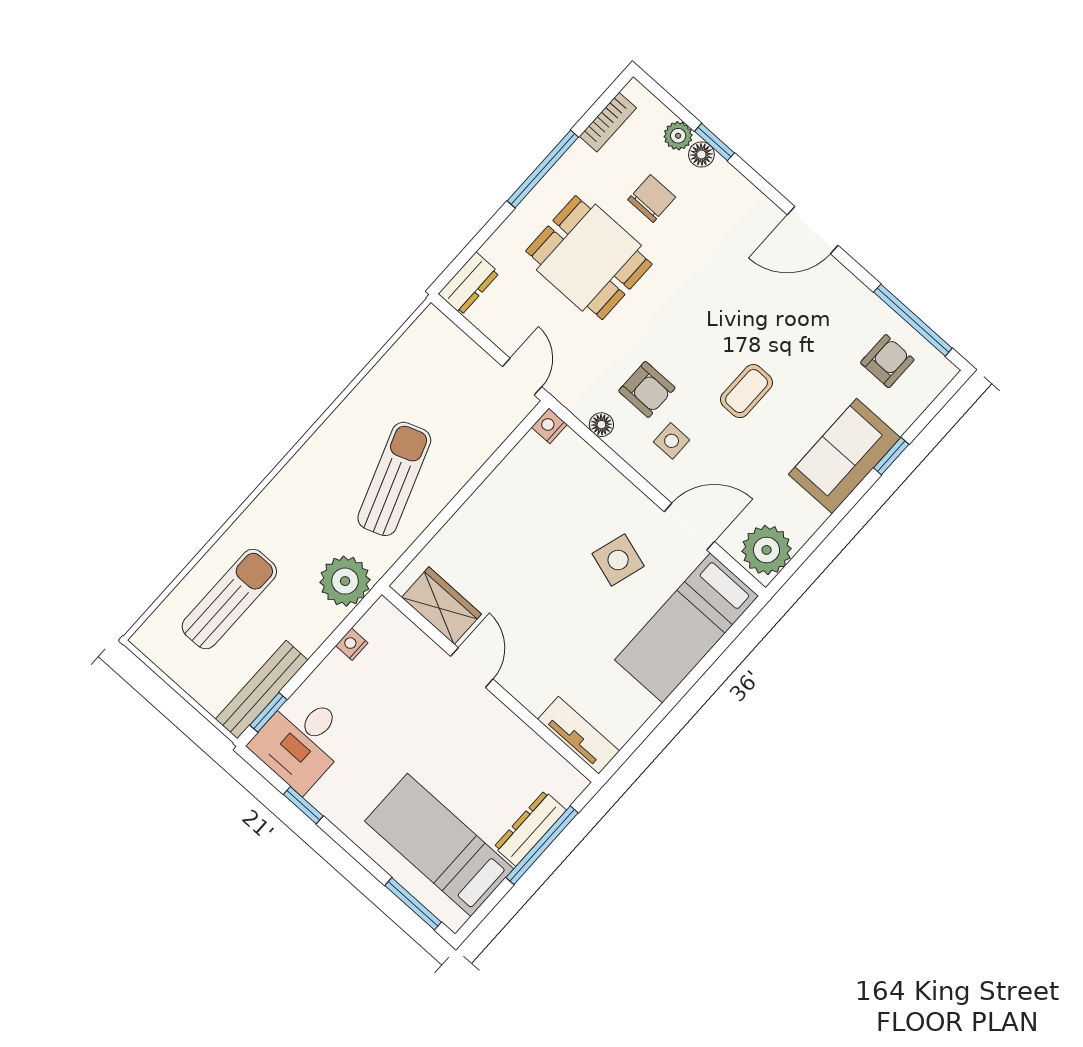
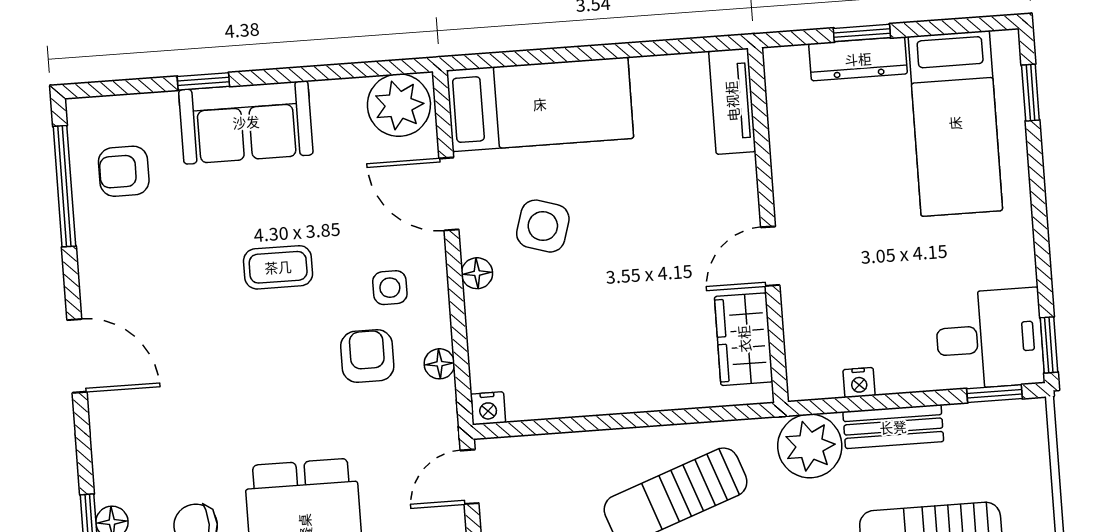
floor lamp: (630, 497) -> (477, 273), added
bench: (262, 690) -> (893, 427), moved, width x0.73
window: (303, 805) -> (1049, 345), moved
window: (542, 845) -> (862, 33), width x0.46
window: (413, 904) -> (1030, 93), width x0.67

